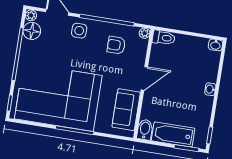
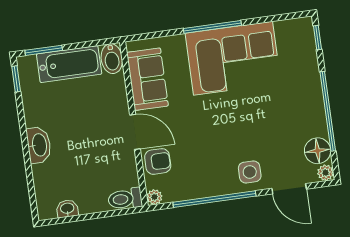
armchair: (116, 45) -> (158, 161), moved
washbasin: (216, 45) -> (67, 209), moved
door: (144, 78) -> (135, 132), swing flipped
washbasin: (210, 89) -> (39, 145), width x1.91, depth x1.45
corner sofa: (58, 97) -> (233, 58), width x0.73, depth x0.74

